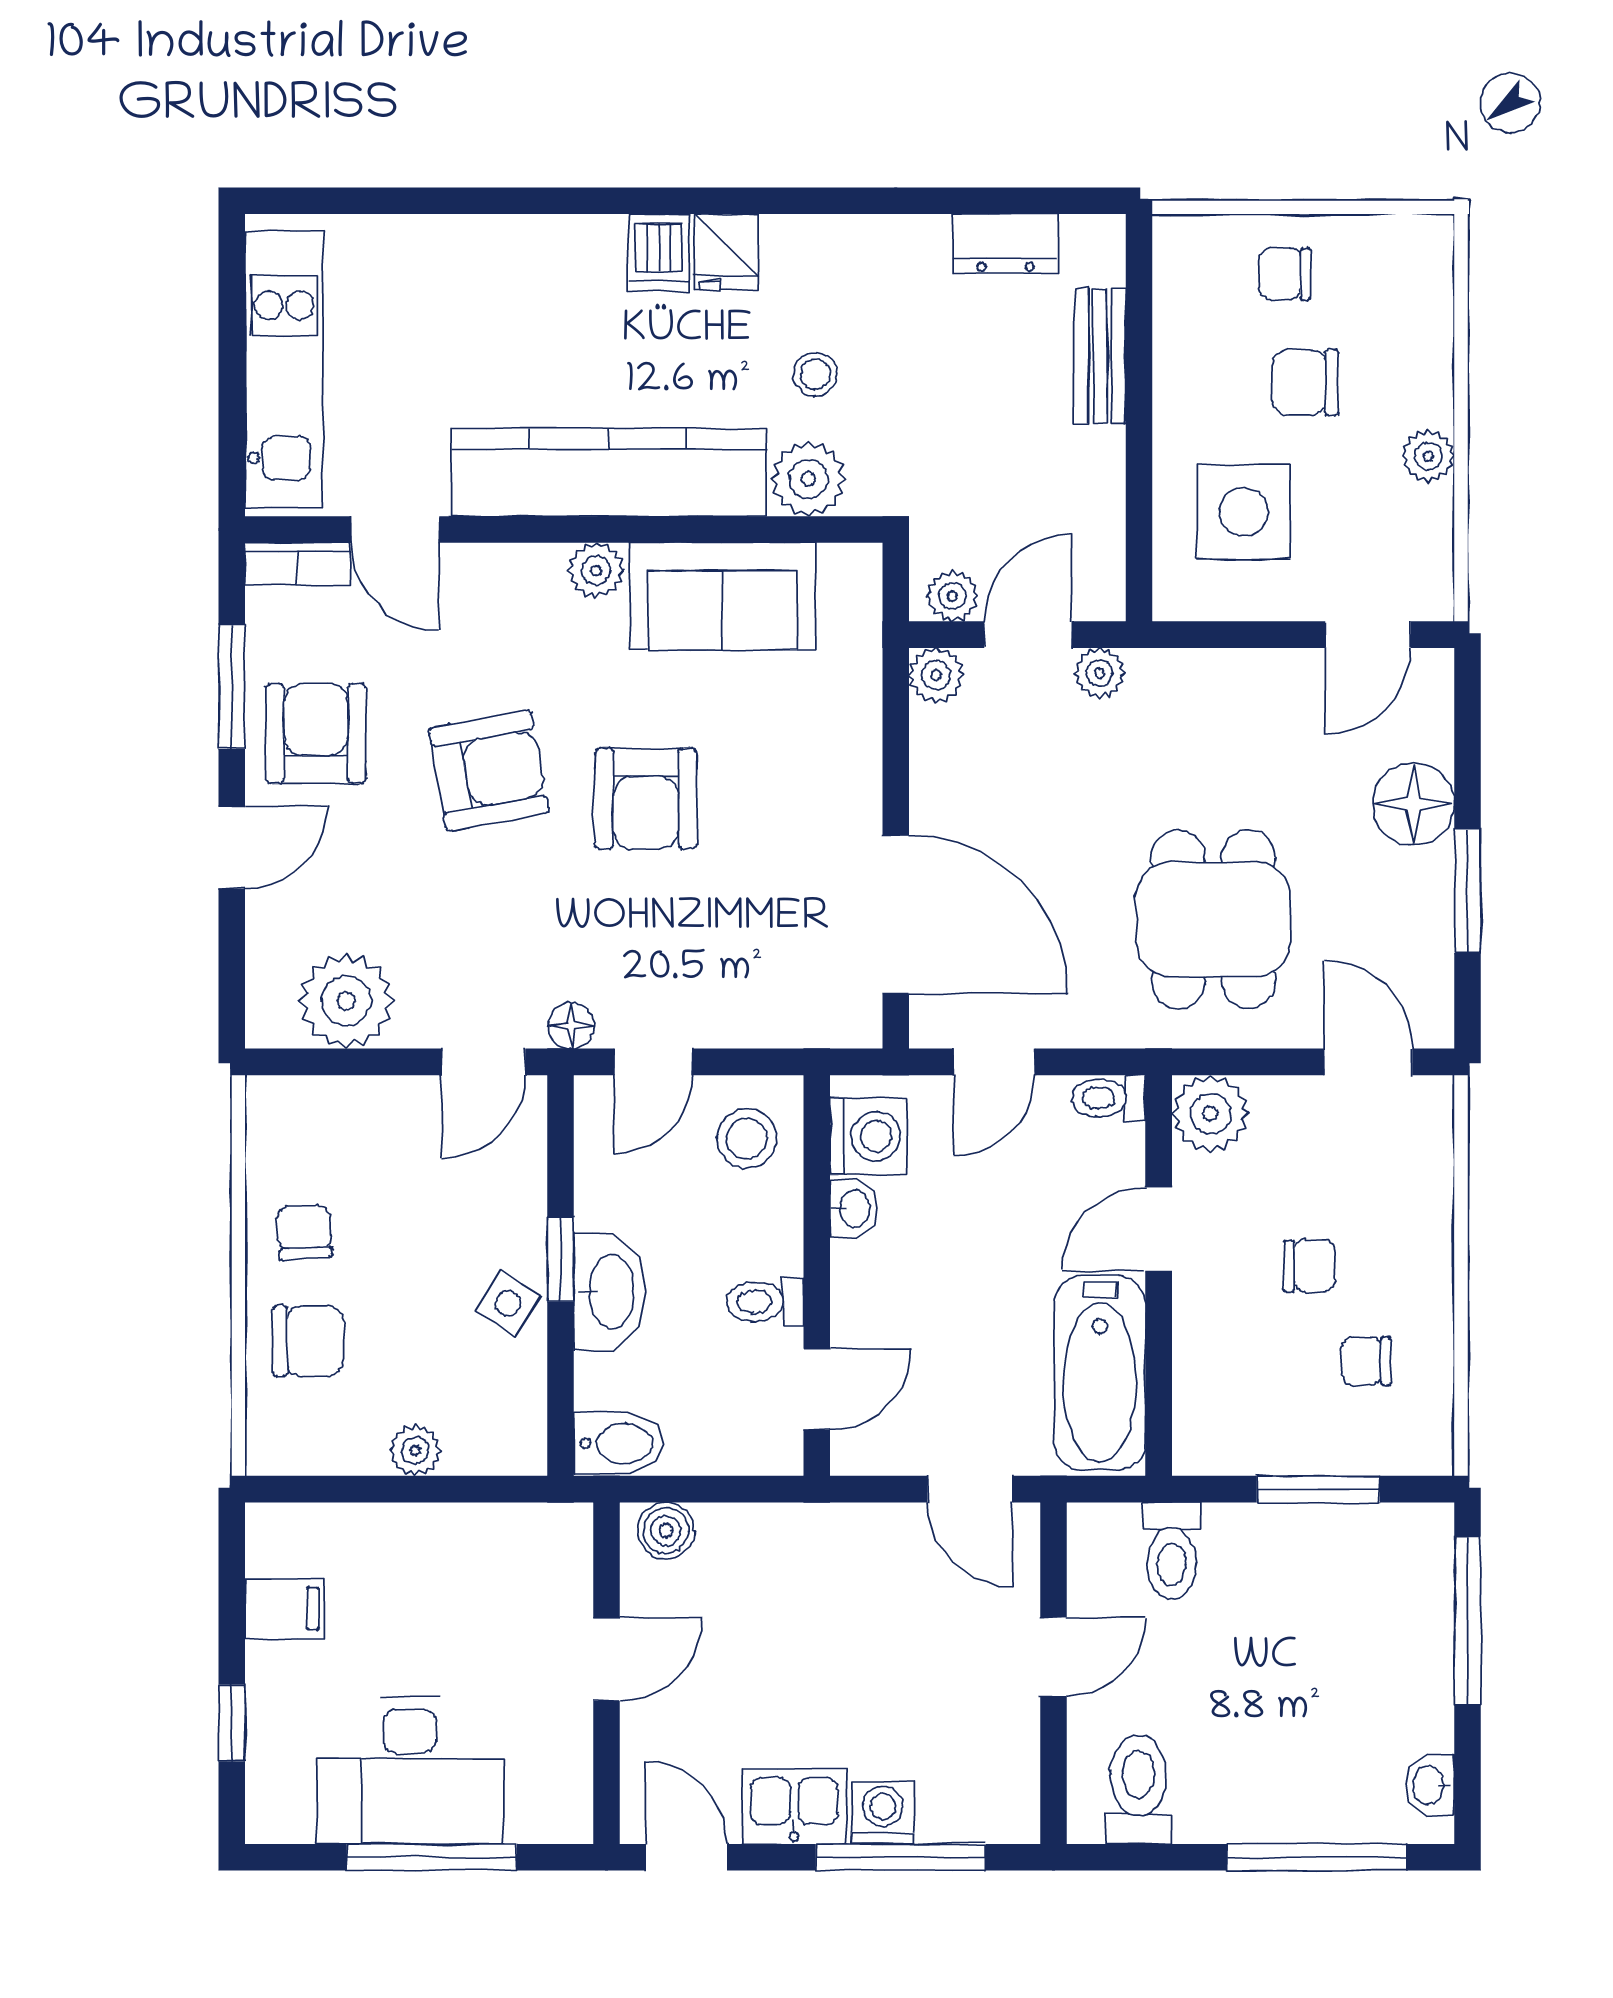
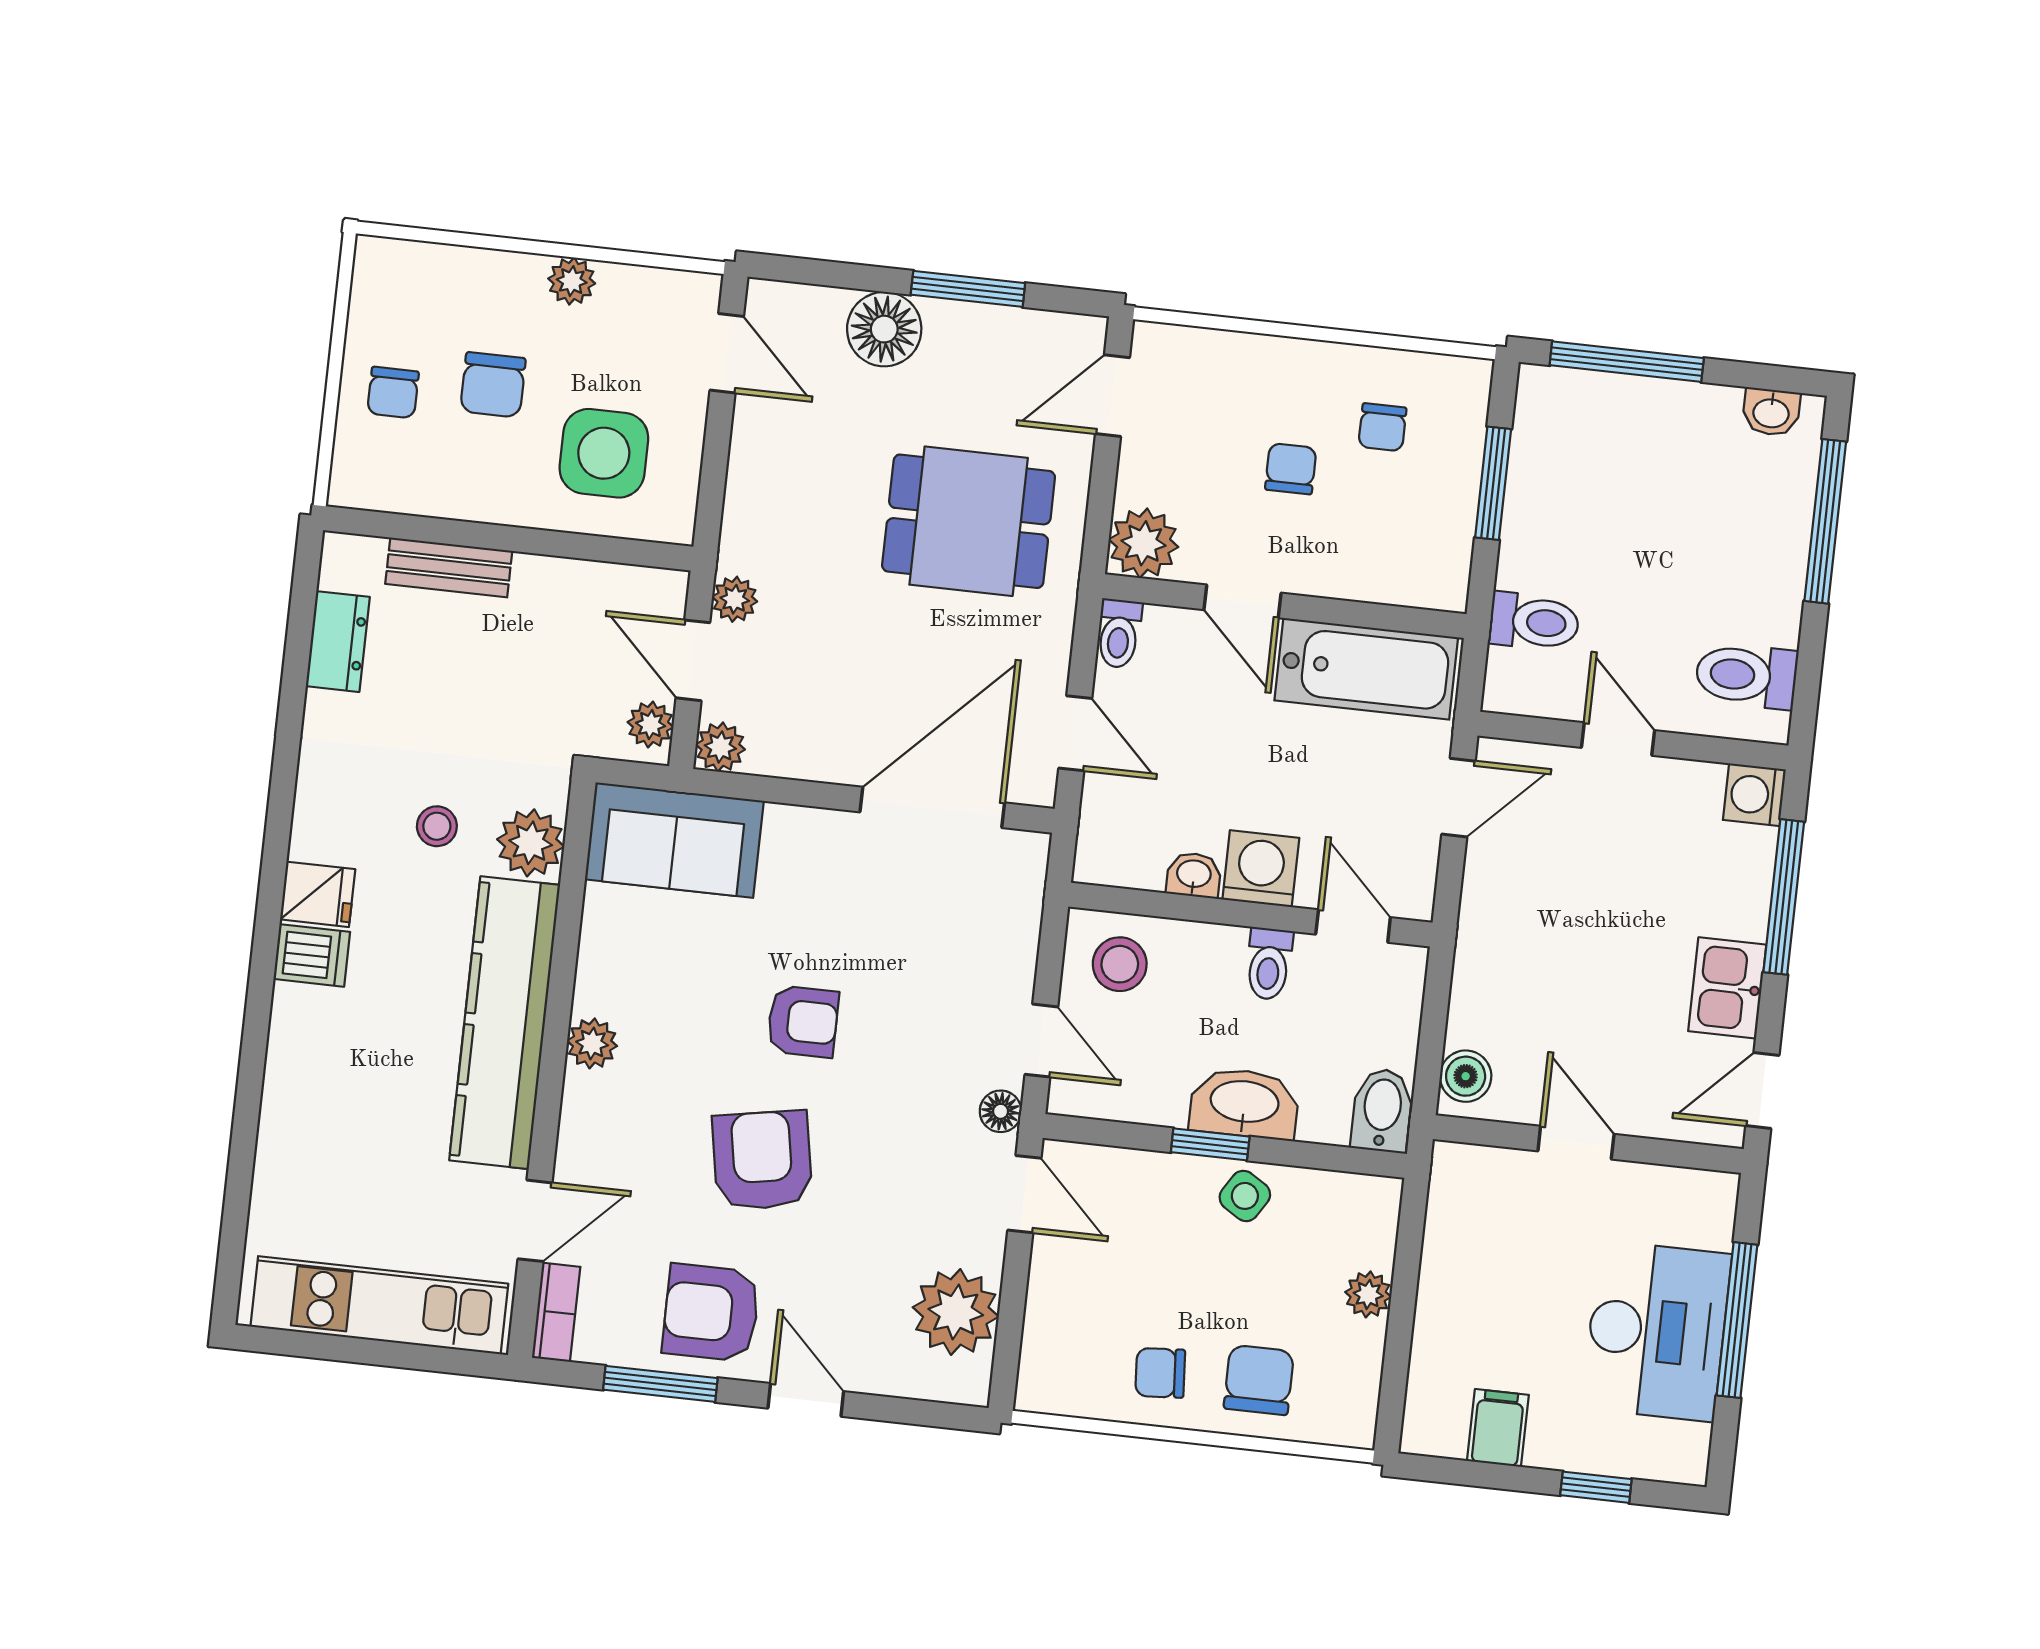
sofa: (722, 596) -> (674, 840), moved, turned 90
armchair: (646, 798) -> (803, 1021), width x0.72, depth x0.72
washing machine: (868, 1136) -> (1261, 869), moved
washing machine: (883, 1813) -> (1754, 795), moved

